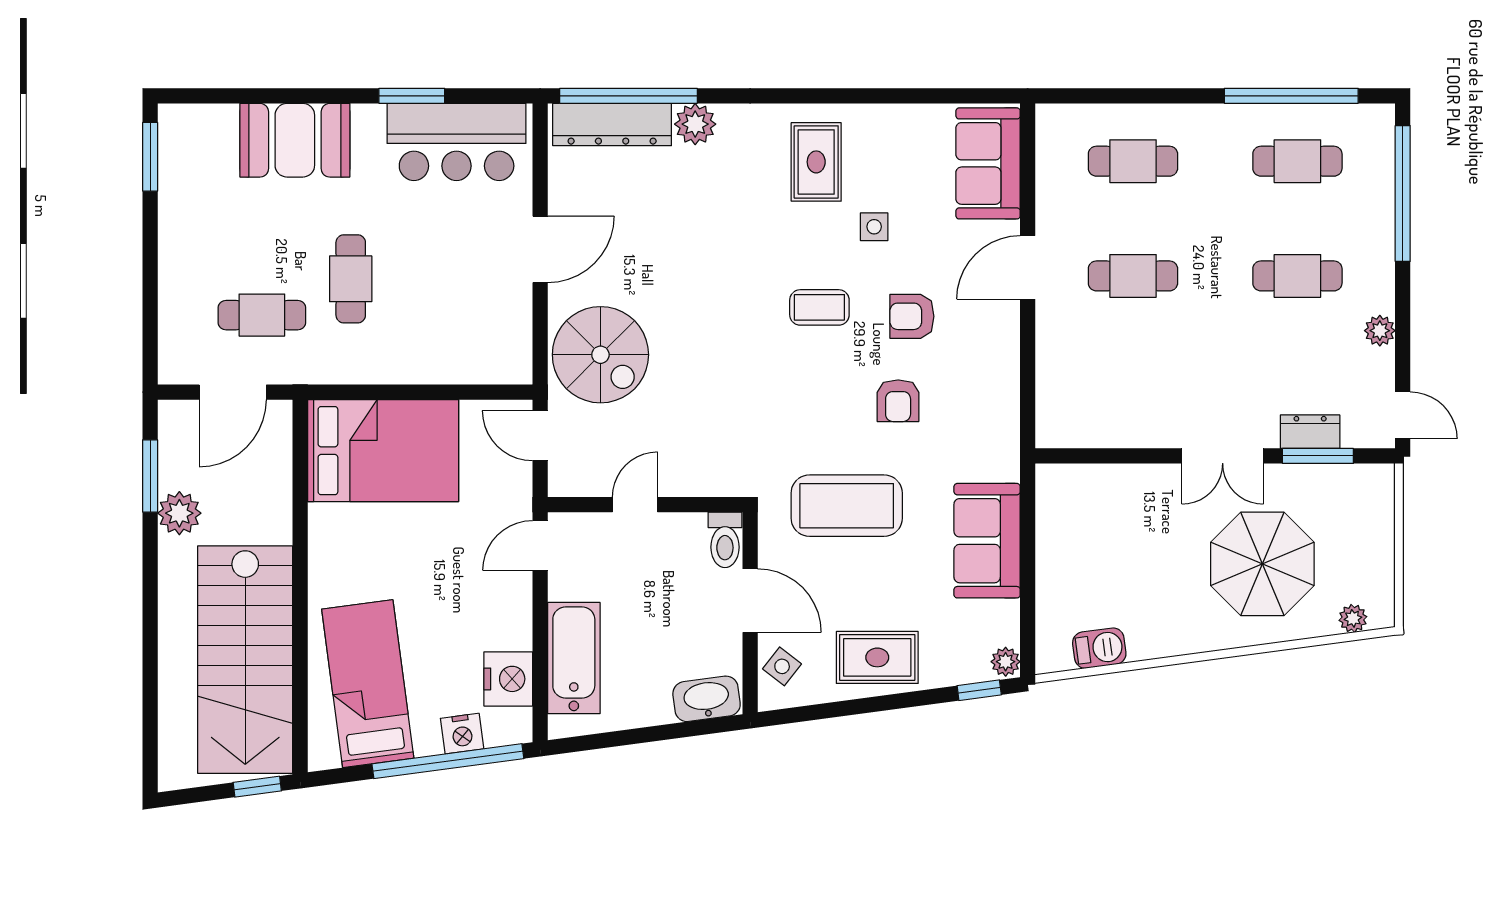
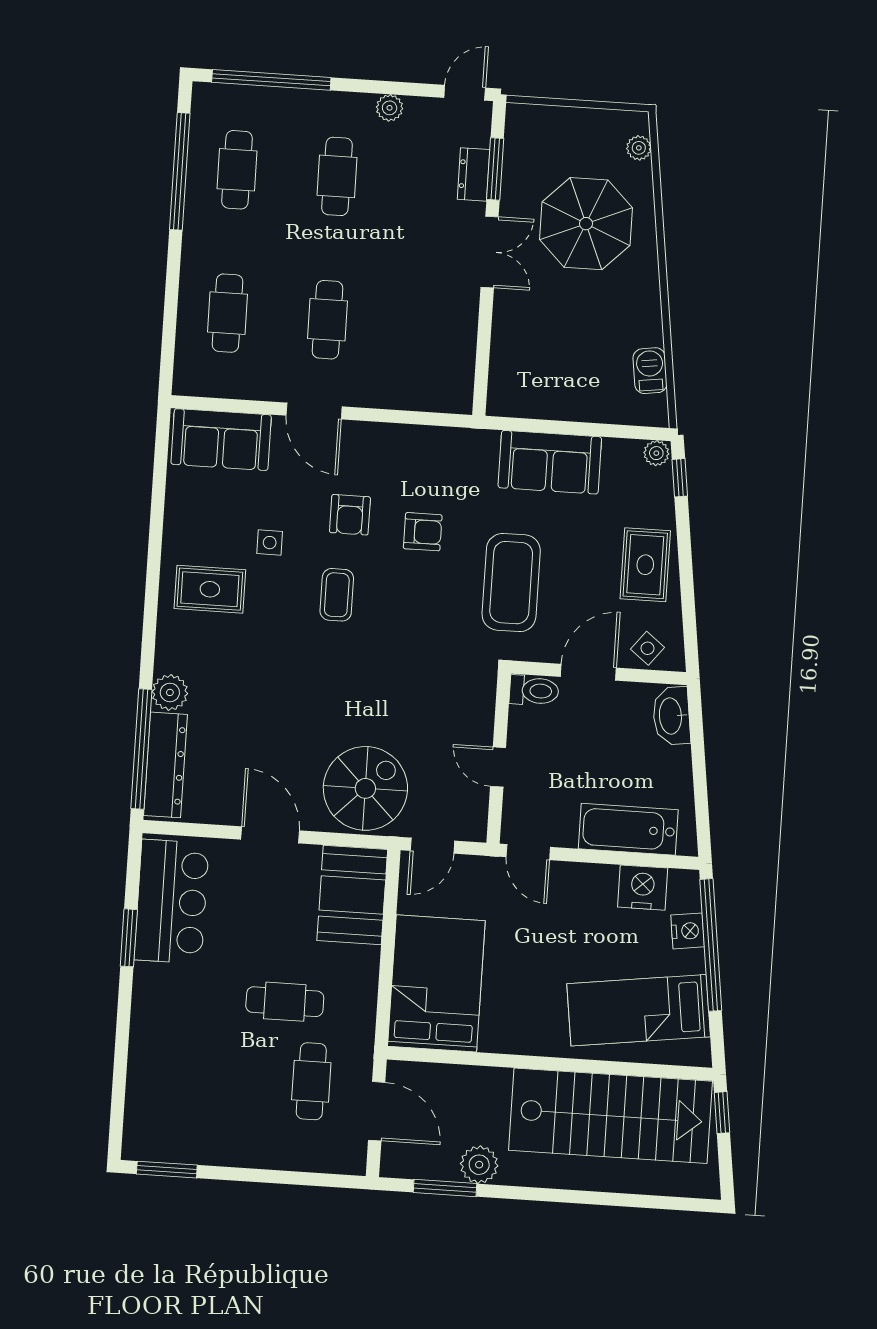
booth: (295, 140) -> (352, 895), moved

